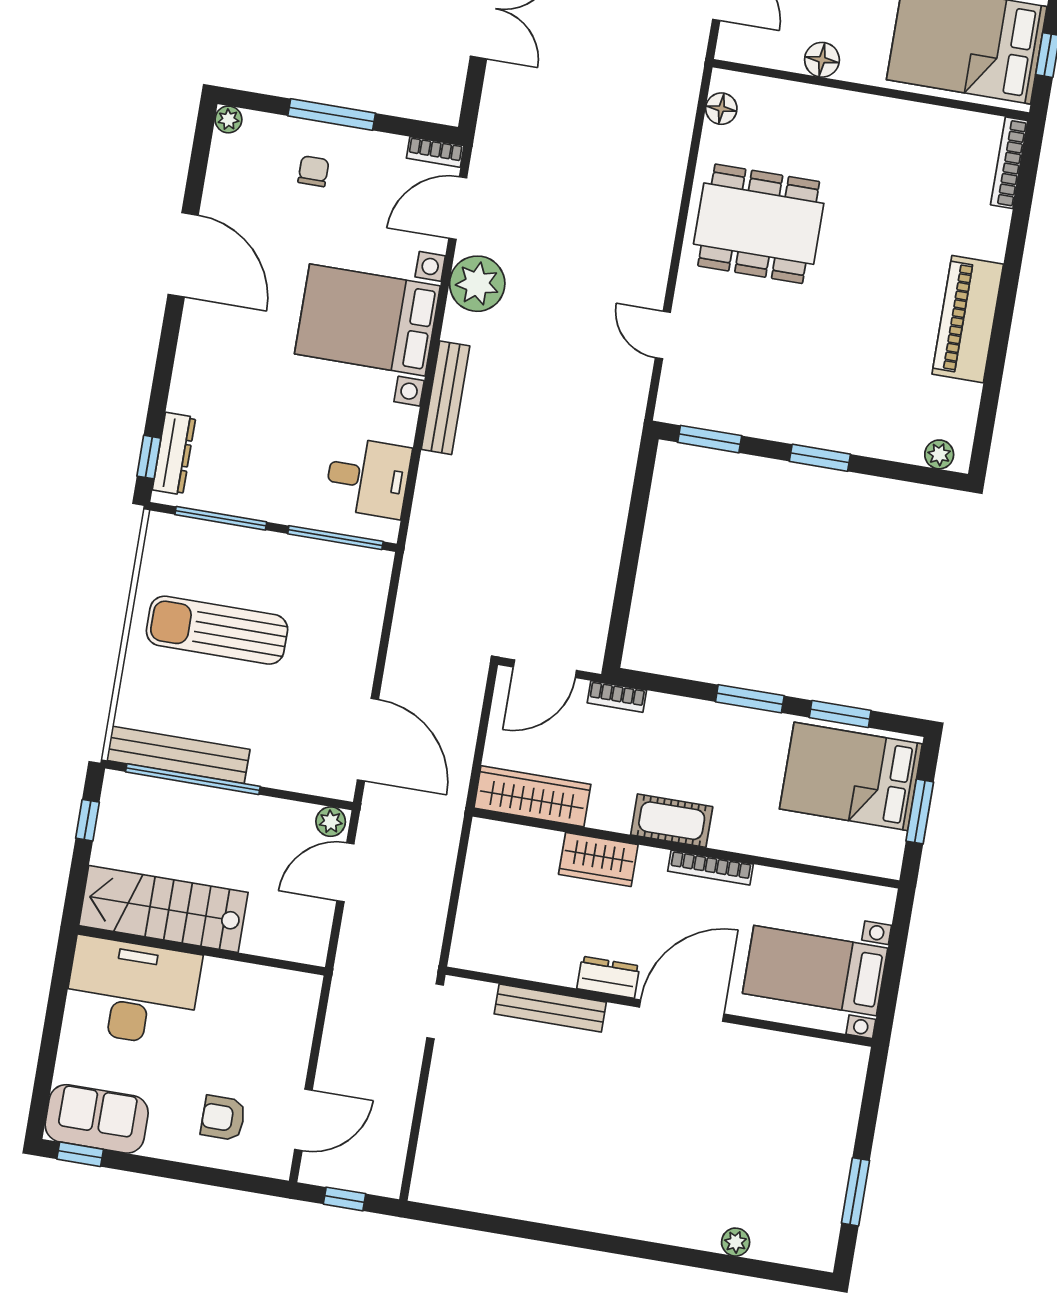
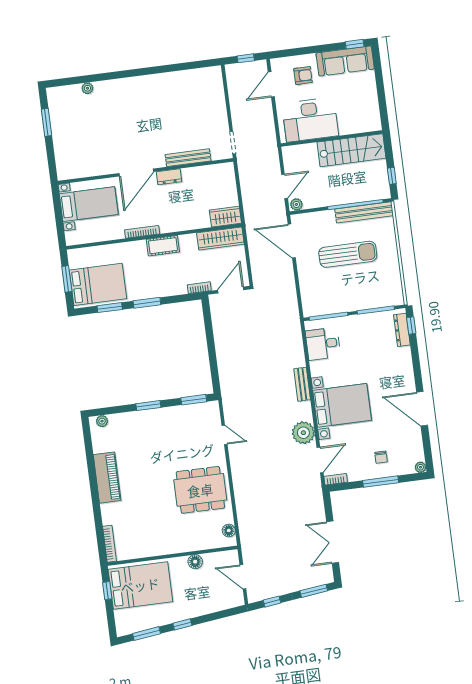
bench: (446, 398) -> (302, 384), width x0.73
sun lounger: (217, 630) -> (348, 254), moved
wardrobe: (598, 859) -> (225, 217), moved
desk: (132, 992) -> (310, 120), moved
sofa: (97, 1119) -> (345, 61), width x1.36

